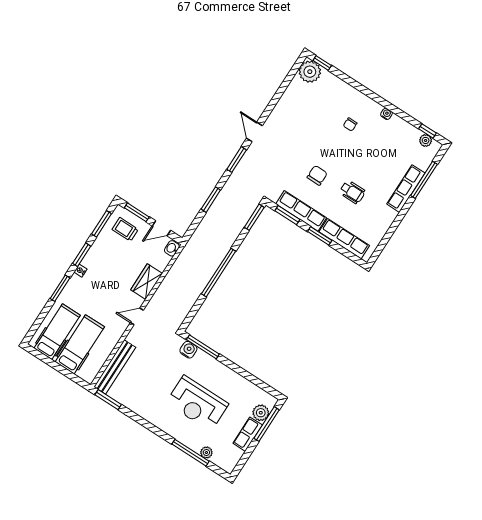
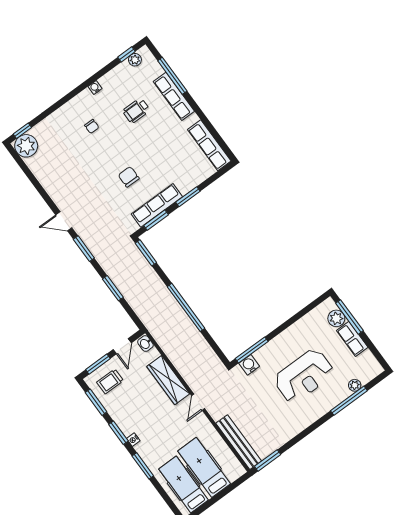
wheelchair: (352, 192) -> (136, 111), moved, turned 180
row of seats: (344, 239) -> (209, 145), moved, turned -90
wardrobe: (147, 282) -> (168, 380), width x1.50

